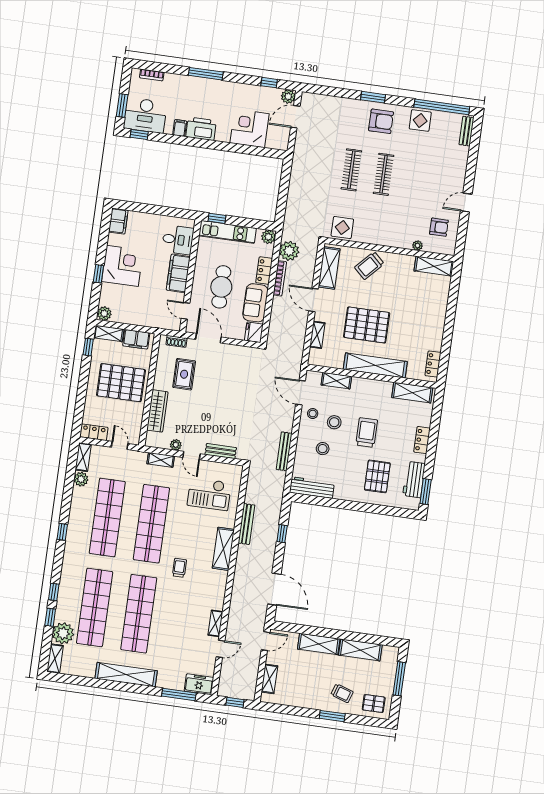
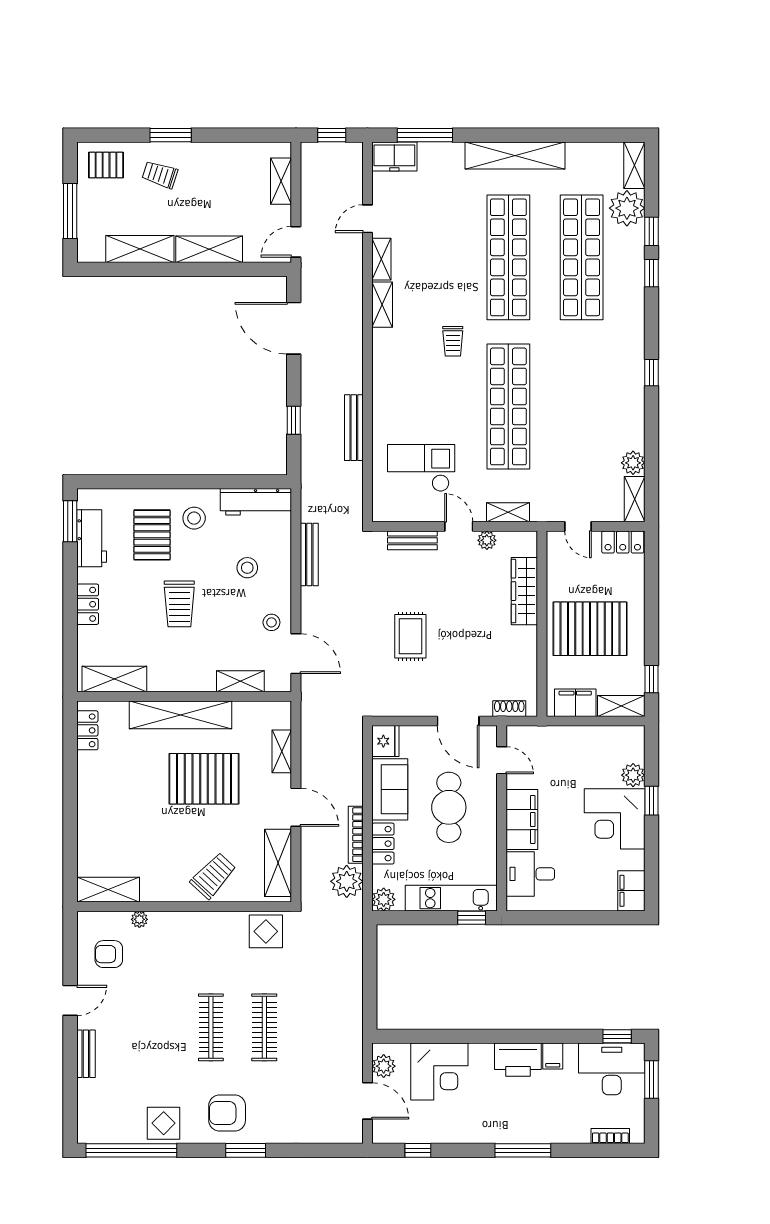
plant: (288, 97) -> (384, 1066), moved
door: (295, 117) -> (368, 1101), hinge flipped
bench: (466, 131) -> (86, 1054), moved
plant: (104, 314) -> (633, 775), moved
rug: (184, 374) -> (410, 636), moved
stool: (334, 422) -> (194, 518), moved
shop shelf: (107, 518) -> (582, 406), removed
shelving: (223, 549) -> (382, 305), moved, width x0.67, depth x0.75

